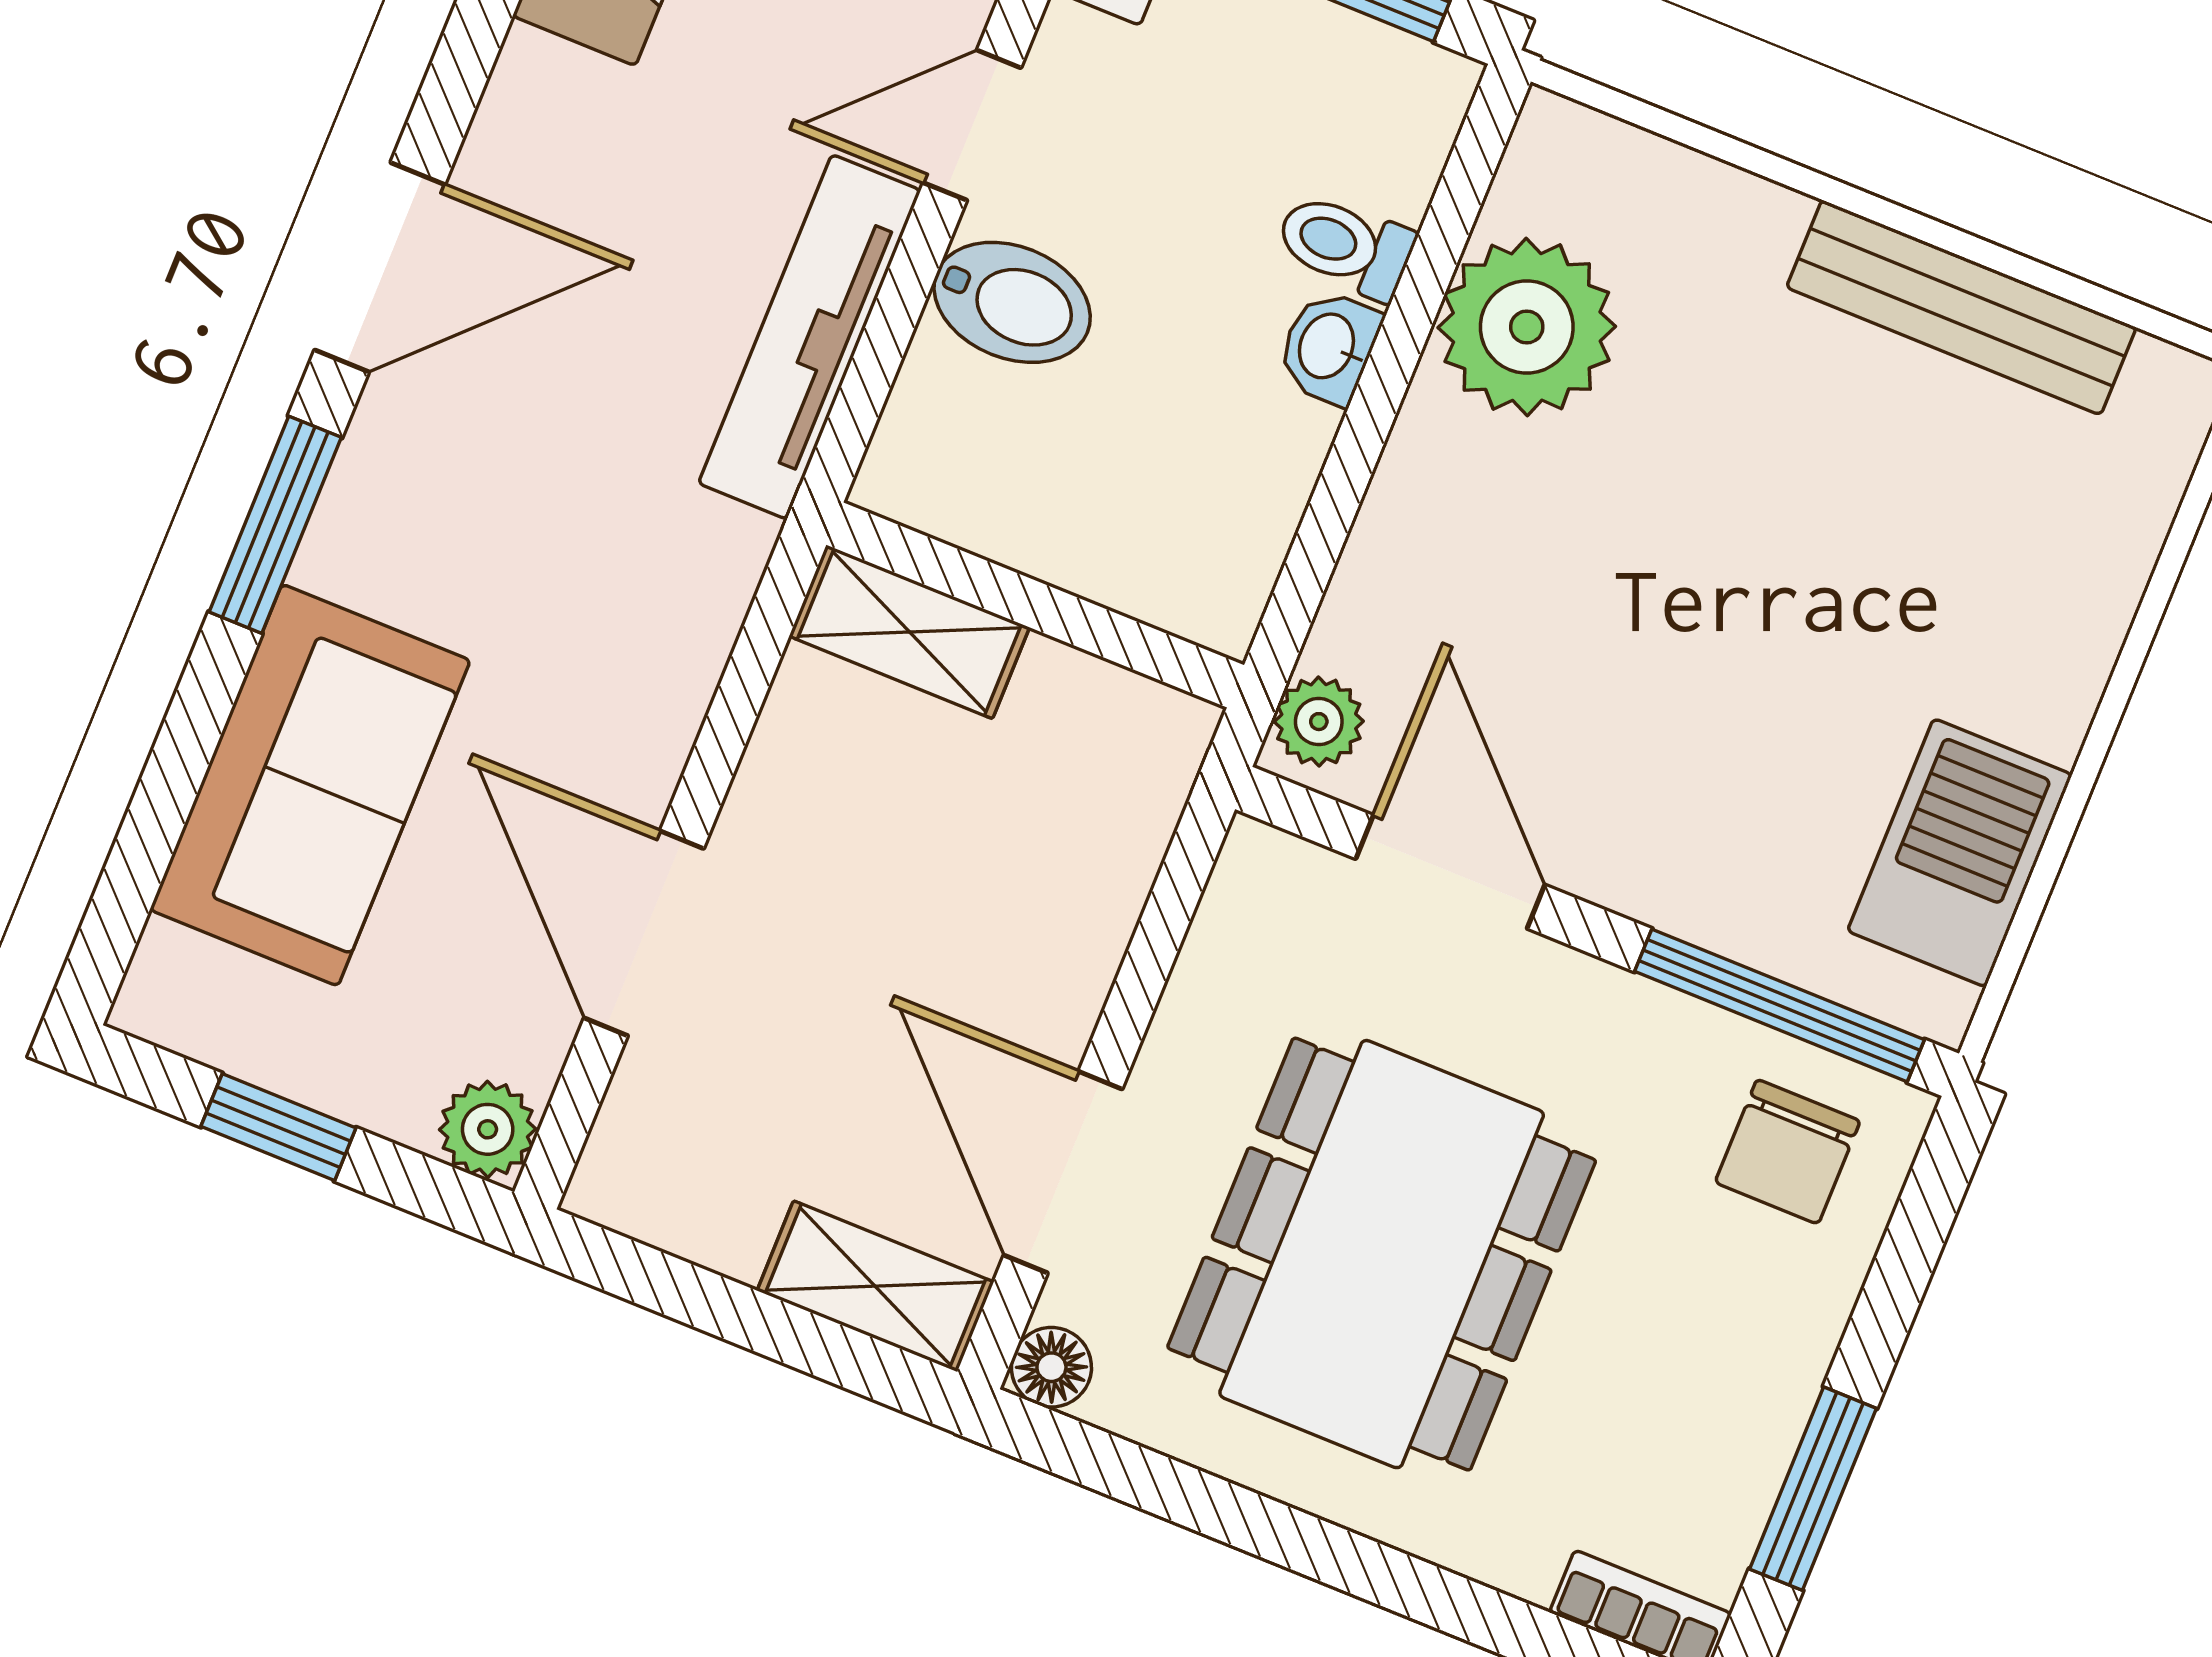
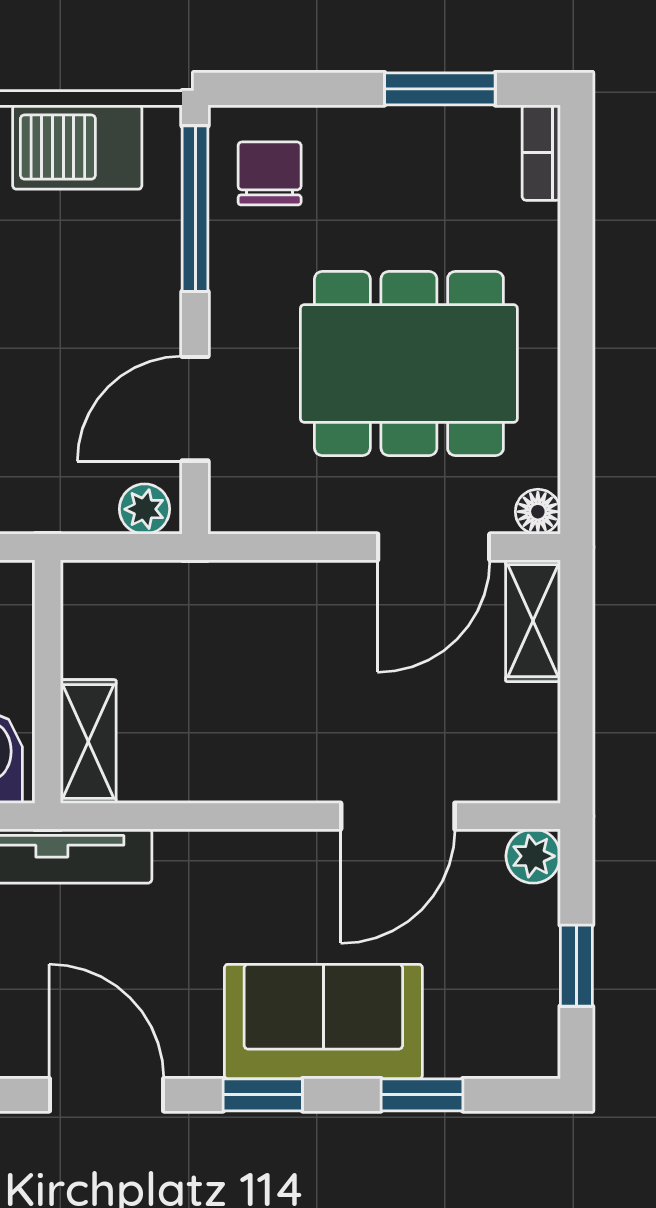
window: (275, 525) -> (263, 1095), width x0.67
wall: (1035, 605) -> (48, 682), moved
shelving: (909, 632) -> (88, 742), moved
sofa: (310, 785) -> (323, 1022), moved
window: (169, 787) -> (422, 1095), added
chair: (1788, 1152) -> (270, 173), turned -90

